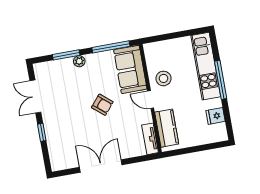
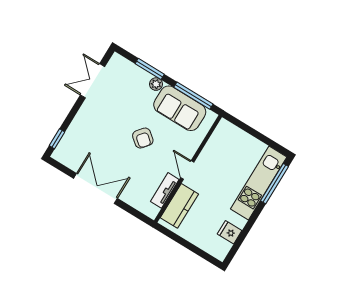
sofa: (130, 69) -> (180, 108), moved, turned -90
stool: (163, 78) -> (214, 162), removed
window: (221, 80) -> (274, 184), moved
window: (42, 132) -> (57, 139), moved
tv unit: (150, 139) -> (165, 190), moved

